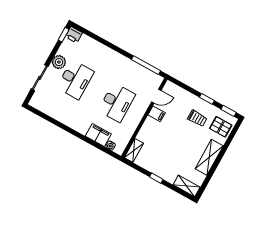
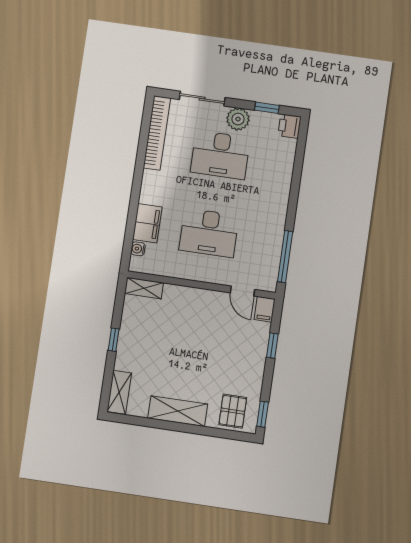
window: (64, 35) -> (267, 108), moved
window: (207, 99) -> (272, 346), moved
bookcase: (49, 111) -> (157, 133), added
filing cabinet: (157, 114) -> (265, 309), moved
trolley: (197, 118) -> (232, 369), removed

